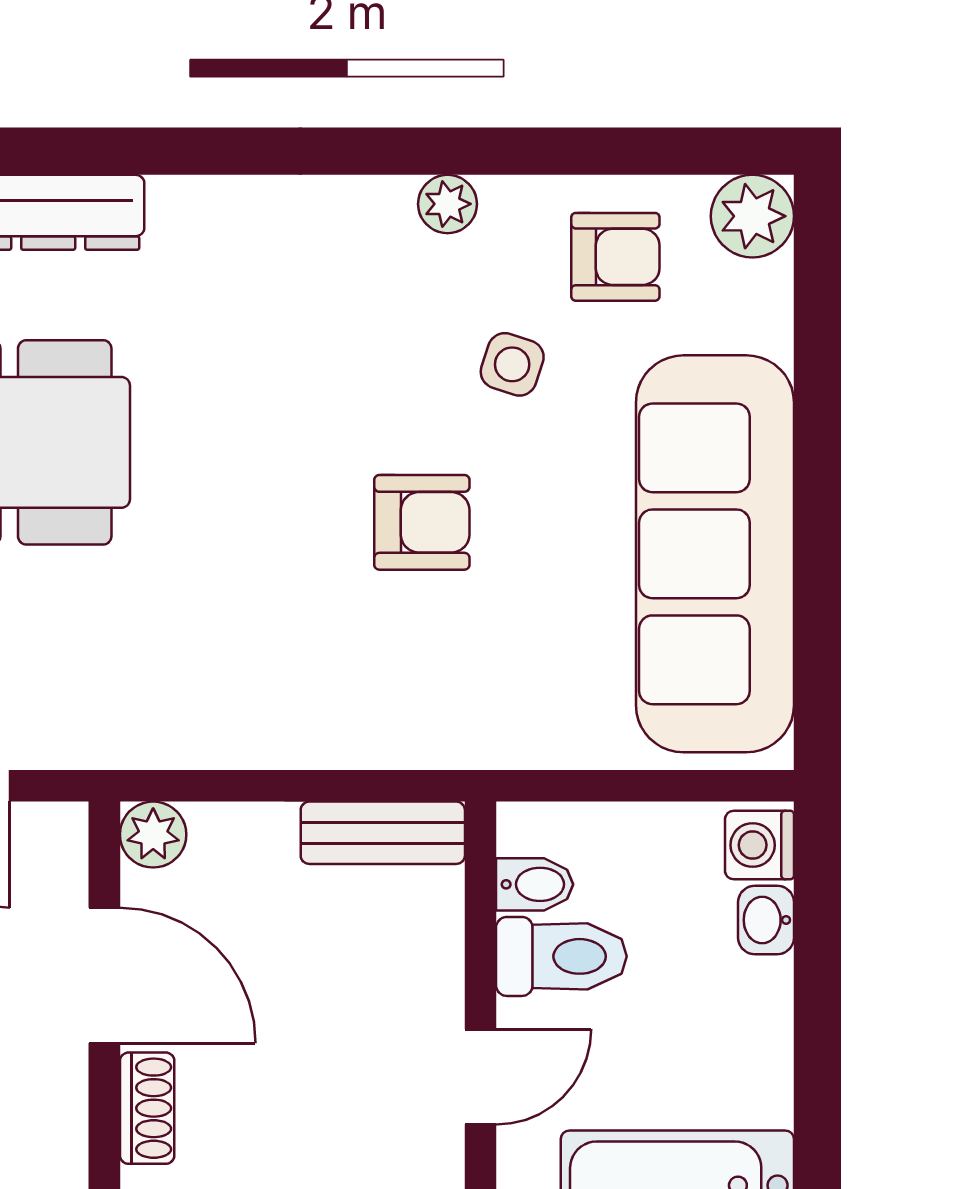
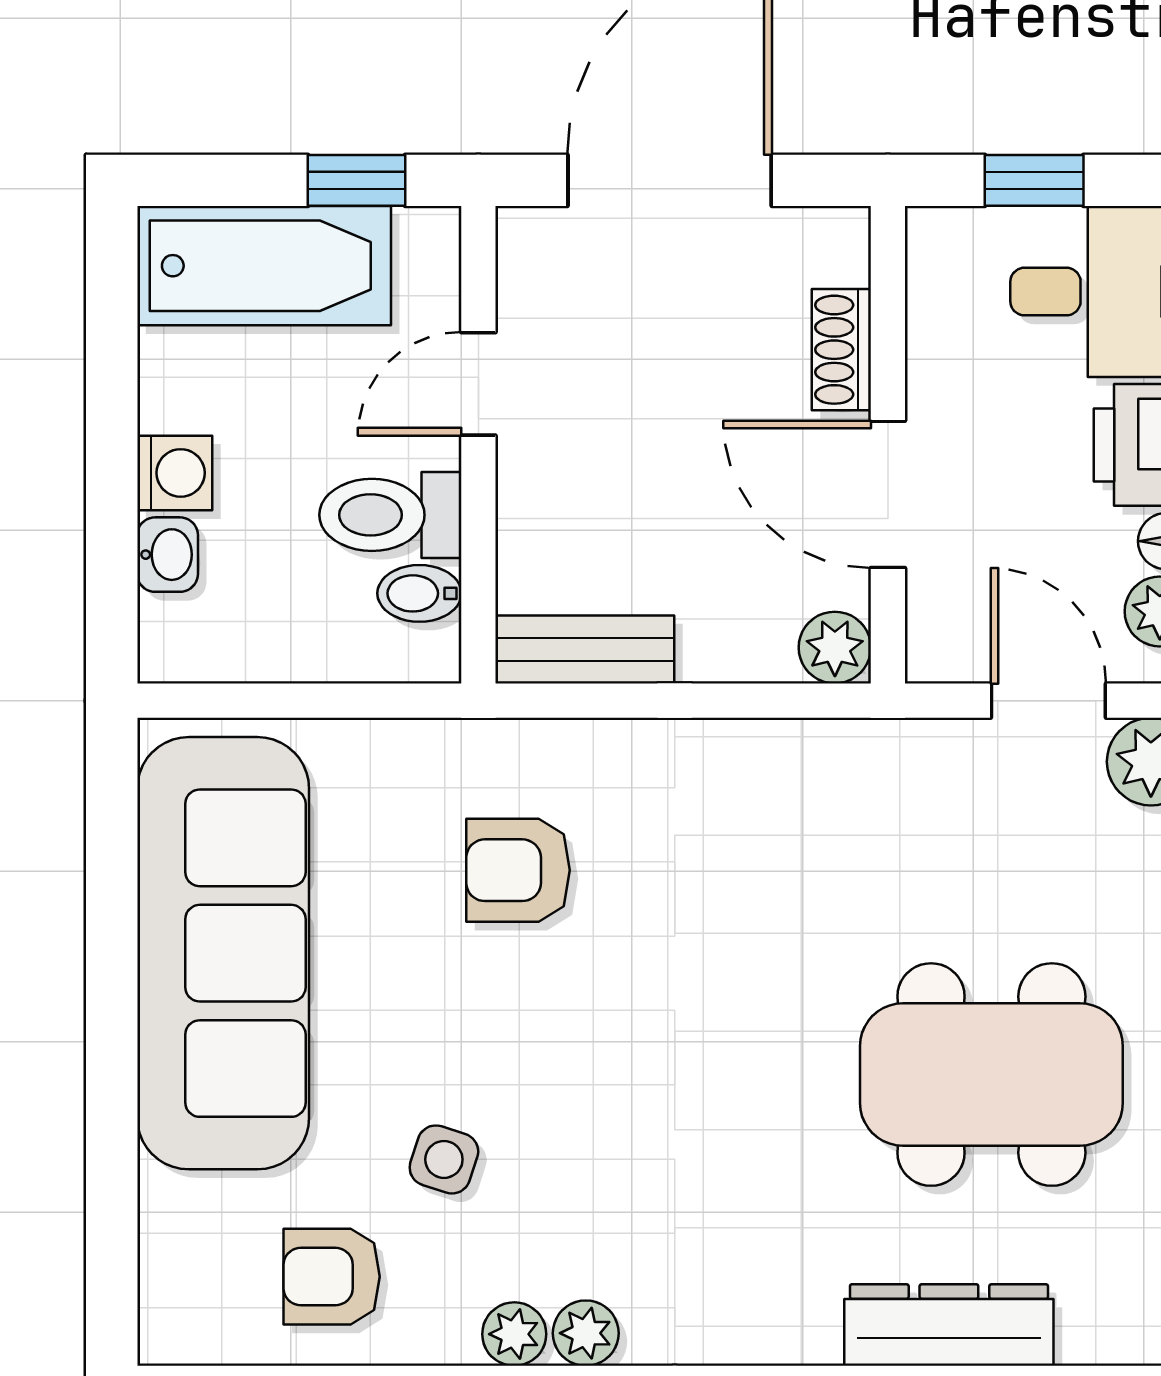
plant: (752, 216) -> (586, 1333), moved, width x0.73, depth x0.73
armchair: (422, 522) -> (518, 870), moved
washing machine: (759, 845) -> (175, 473), moved

